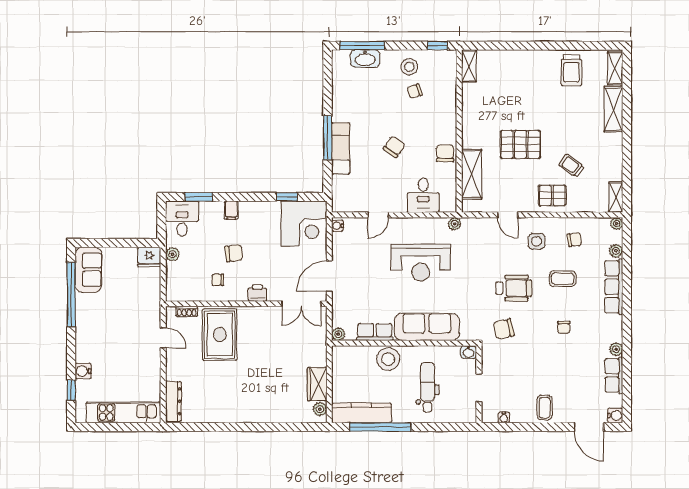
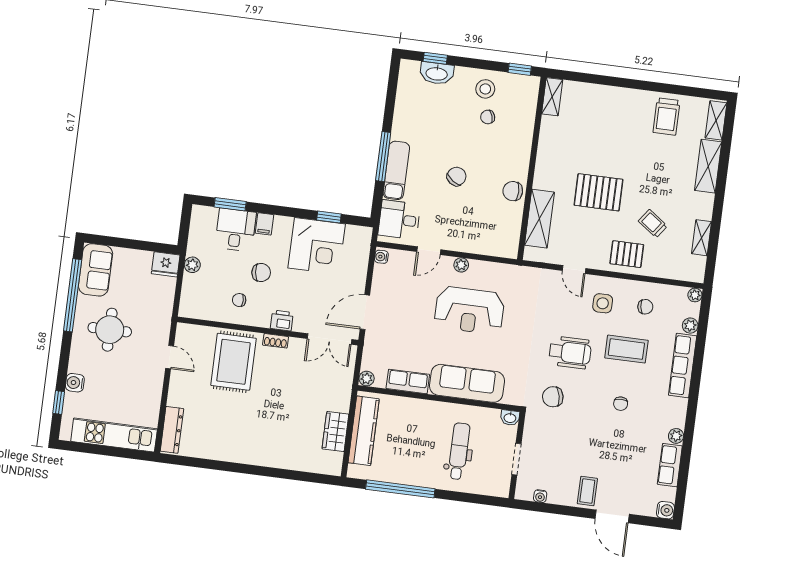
window: (362, 46) -> (435, 58), width x0.46
chair: (445, 153) -> (513, 191), turned -90
desk: (423, 195) -> (399, 220), moved, turned 90
shelving: (616, 197) -> (701, 238), moved
desk: (182, 219) -> (236, 230), moved
corner desk: (304, 224) -> (317, 246), moved
plant: (455, 224) -> (461, 265), moved
coffee table: (563, 279) -> (626, 349), width x1.36, depth x1.30
shoe rack: (187, 311) -> (276, 341), moved
round table: (108, 321) -> (110, 330), added
stool: (388, 359) -> (419, 414), removed
plant: (320, 409) -> (335, 460), removed
kitchen counter: (362, 413) -> (364, 431), moved, turned 90
door: (589, 427) -> (612, 516), moved

